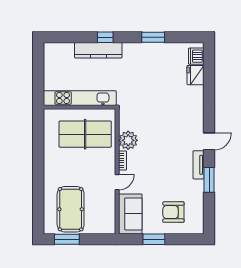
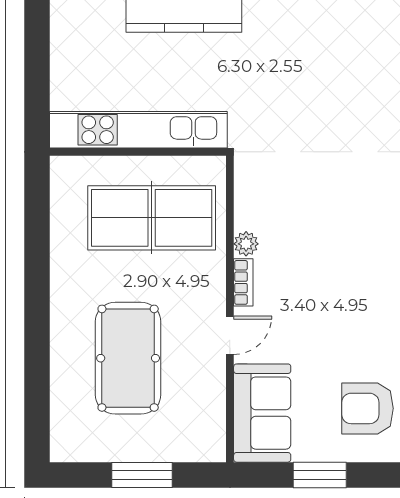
plant: (128, 140) -> (246, 244), width x0.53, depth x0.53
pool table: (71, 209) -> (128, 358), moved
window: (67, 239) -> (142, 475), moved

